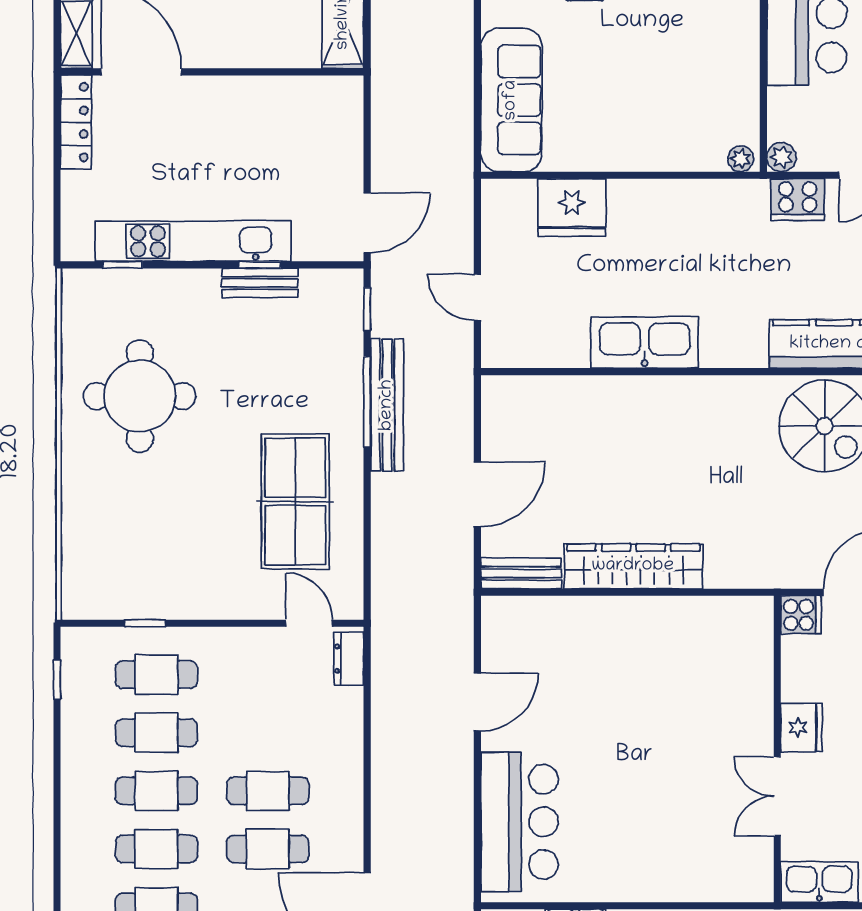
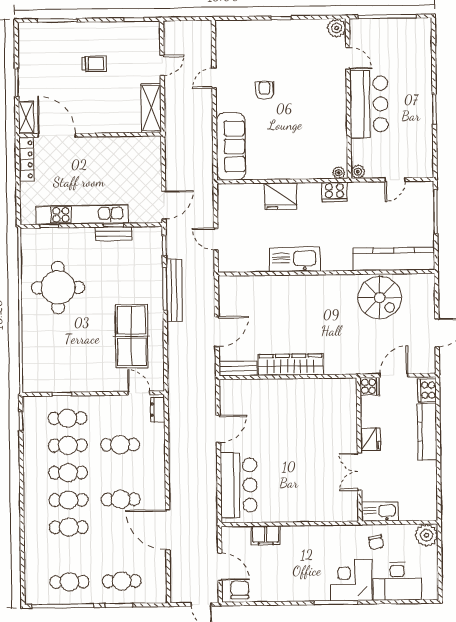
cooker: (798, 199) -> (334, 192), moved
fridge: (572, 207) -> (280, 196), moved
cafe table: (268, 791) -> (120, 445), moved

